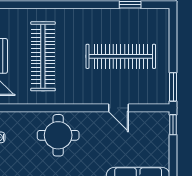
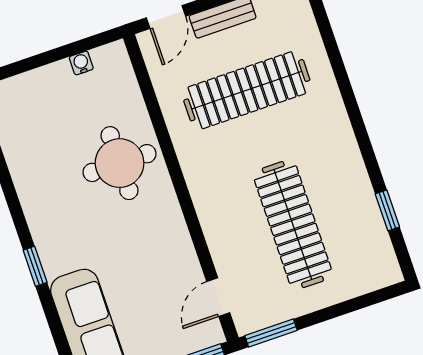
door: (119, 108) -> (218, 297), moved

